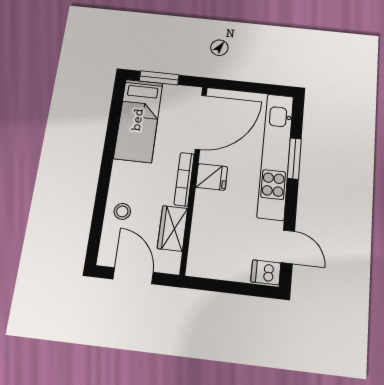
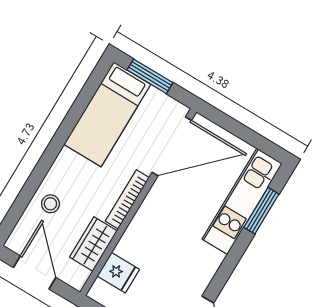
kitchen unit: (276, 156) -> (242, 201), width x0.73
window: (294, 158) -> (261, 211), moved
fridge: (212, 177) -> (118, 273), moved

